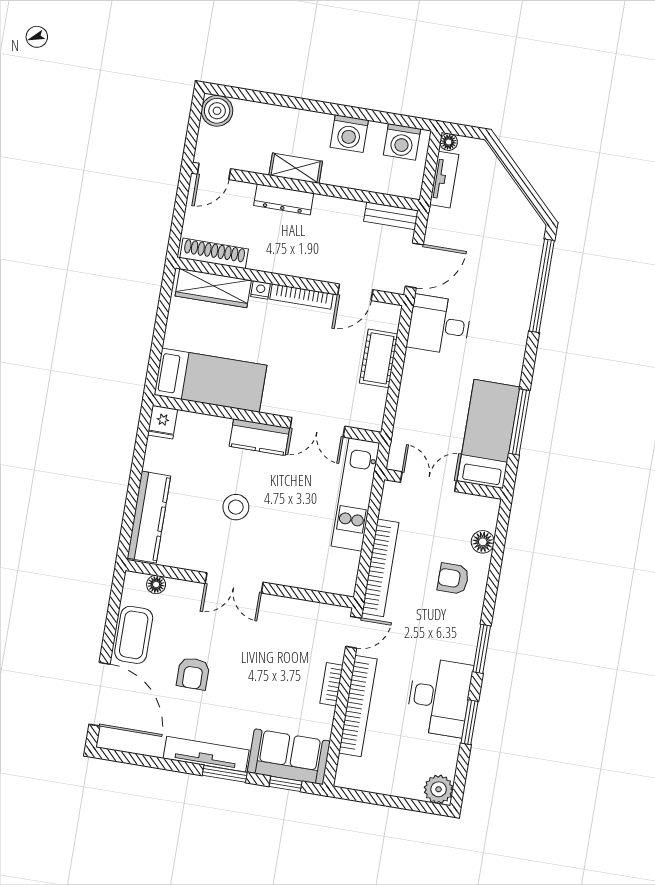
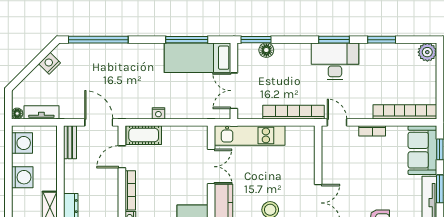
nightstand: (518, 205) -> (50, 63), added
door: (355, 292) -> (122, 157), swing flipped
desk: (439, 325) -> (134, 100), removed
cot: (379, 358) -> (144, 135), moved
nightstand: (413, 360) -> (158, 113), added
window: (502, 529) -> (256, 40), added
armchair: (453, 579) -> (293, 65), removed
desk: (439, 697) -> (335, 61), moved
bookcase: (358, 706) -> (405, 112), moved

